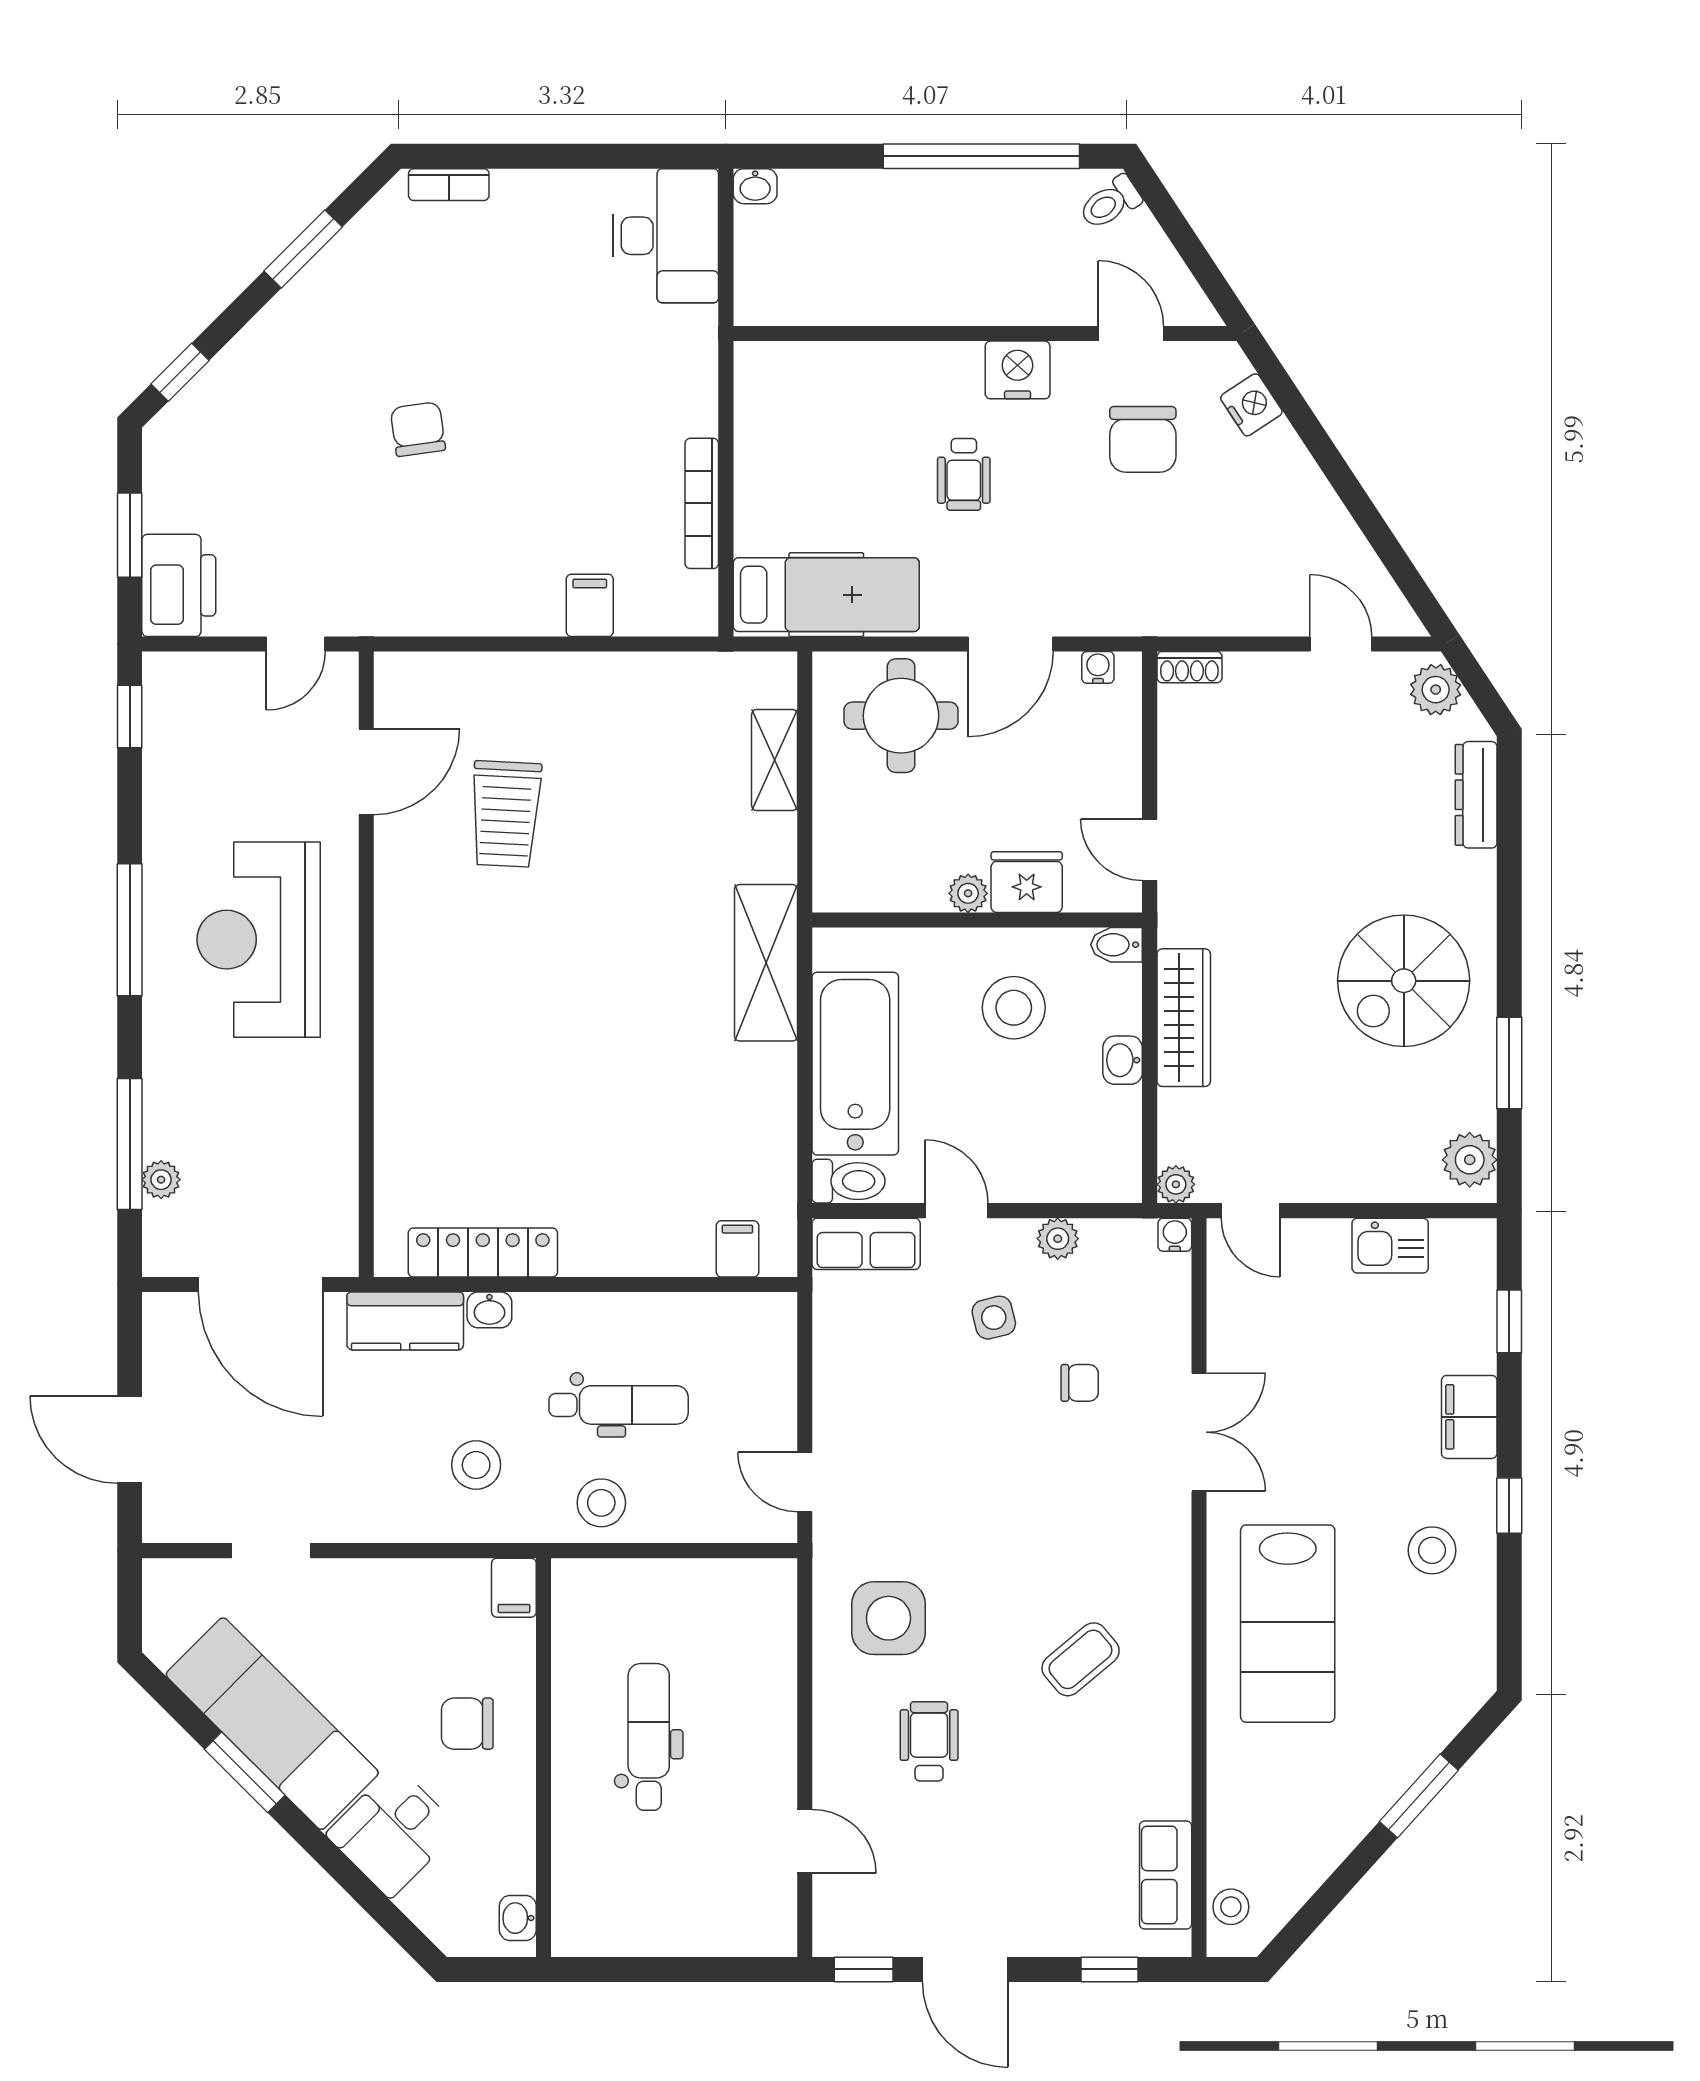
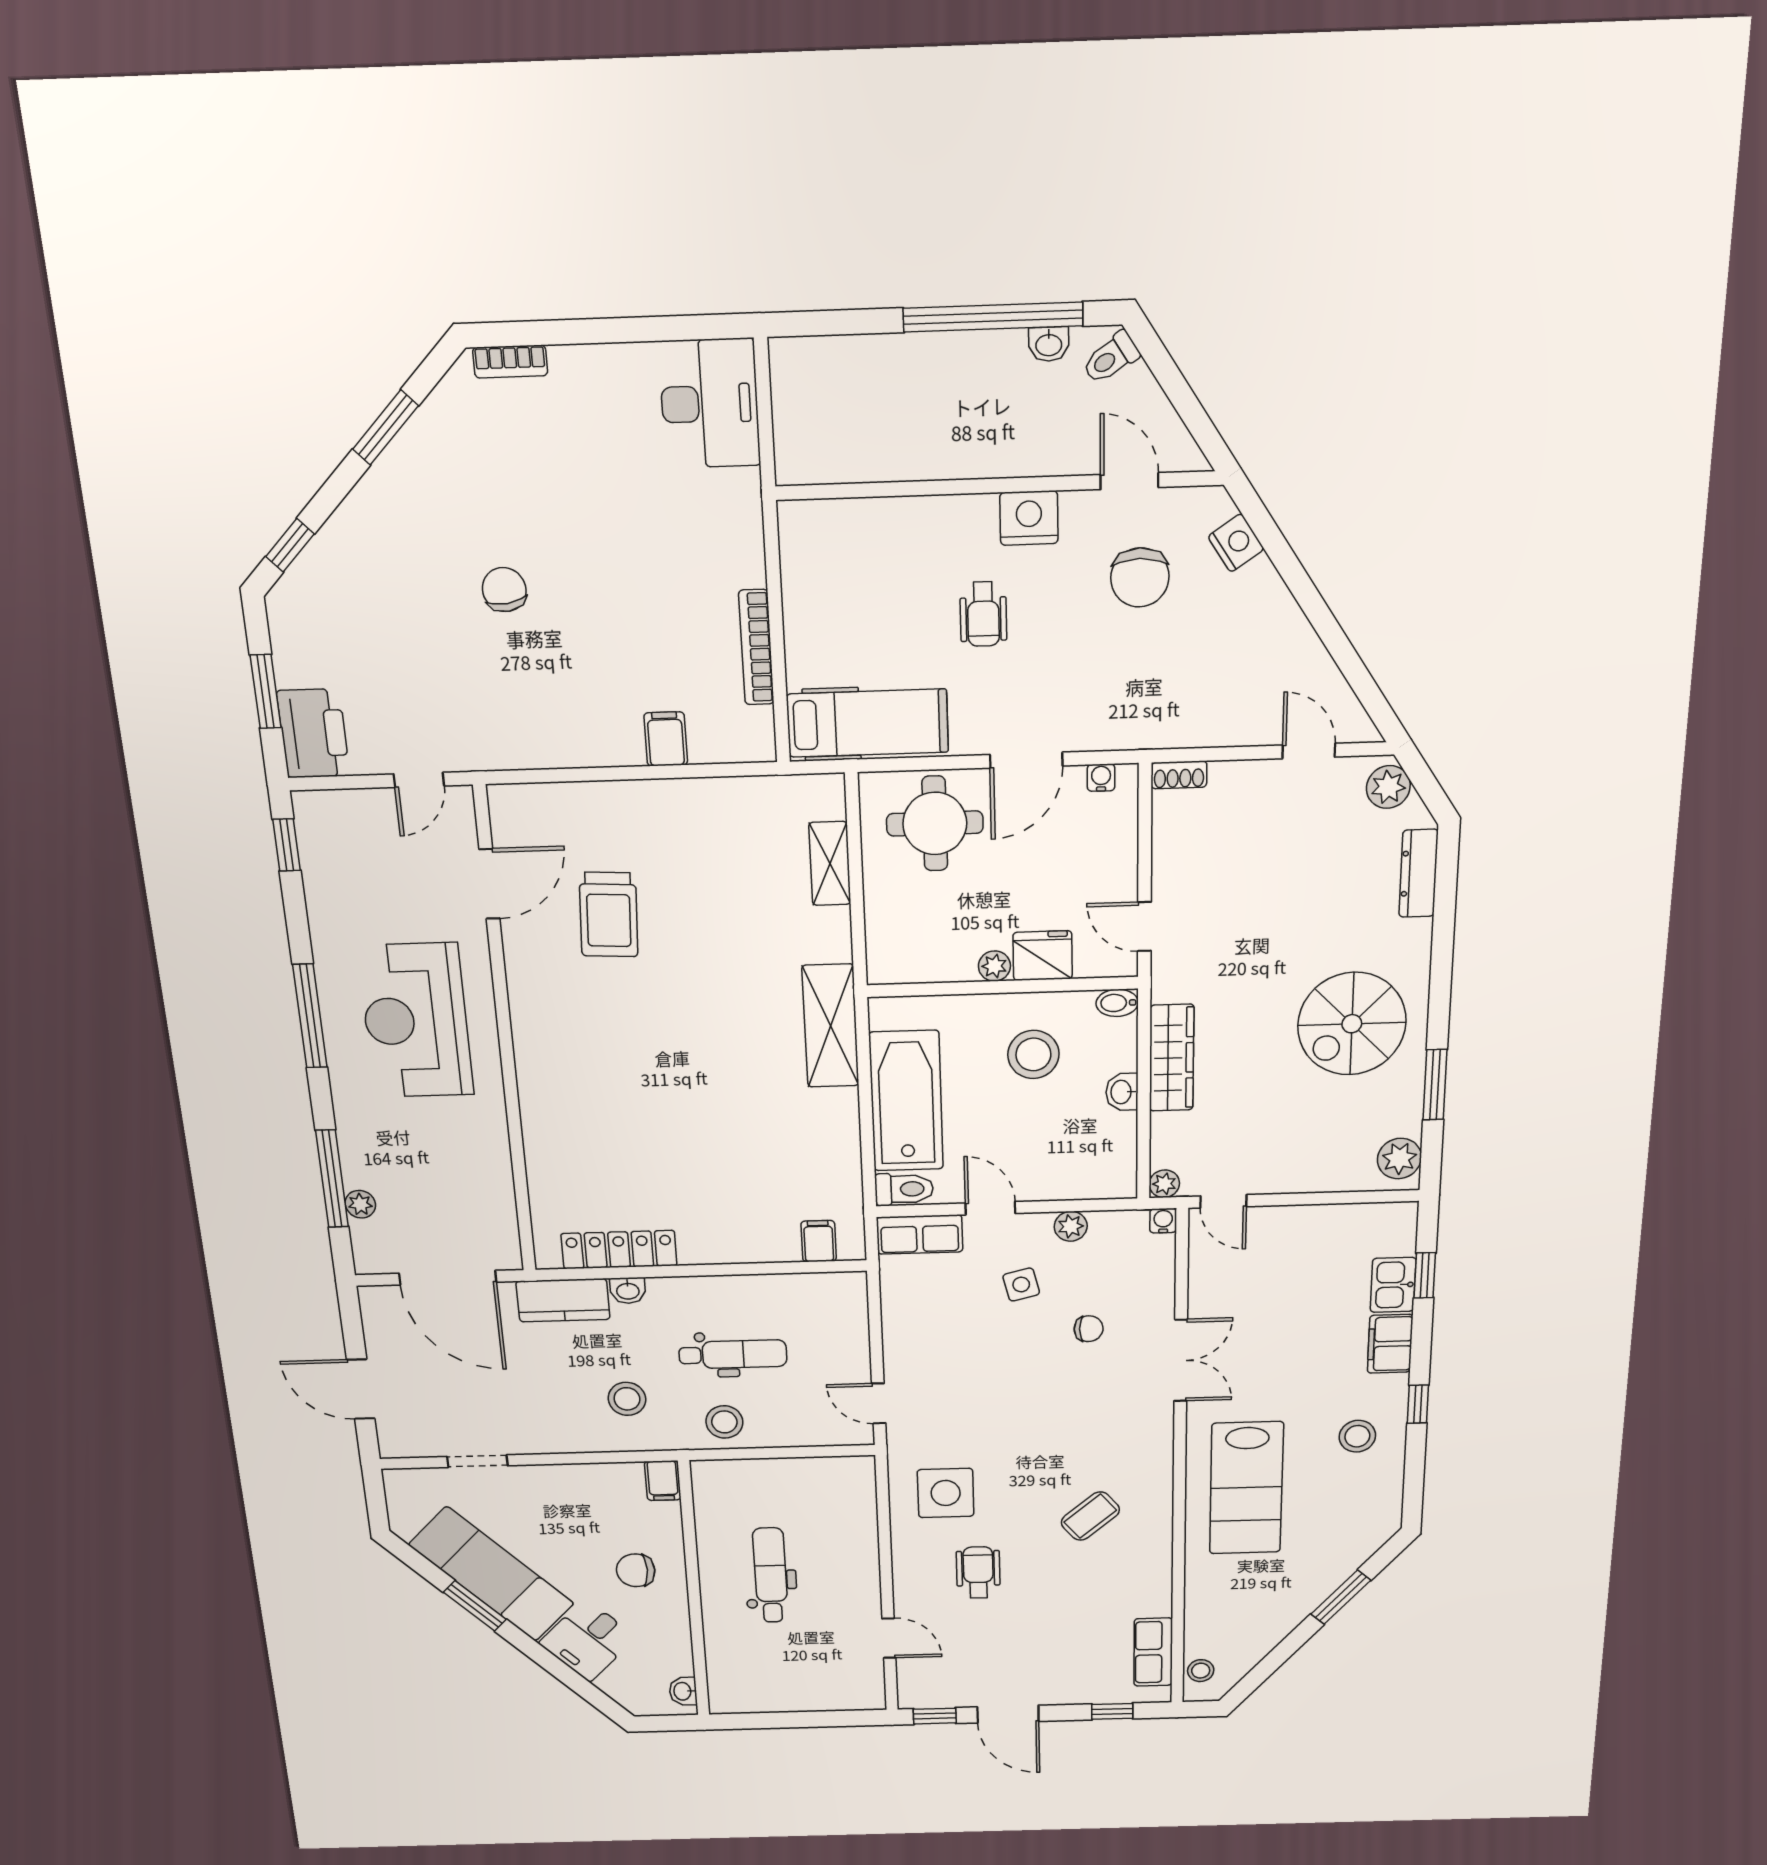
washbasin: (755, 186) -> (1049, 344), moved
kitchen sink: (1390, 1246) -> (1393, 1285), moved, turned 90

